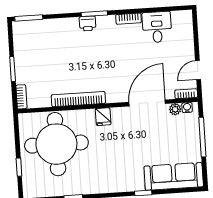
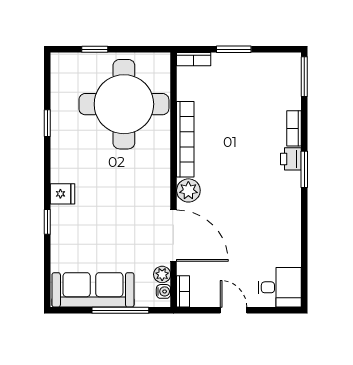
bookcase: (129, 19) -> (294, 128), moved
desk: (157, 27) -> (280, 287), moved
door: (198, 70) -> (234, 310), moved
plant: (115, 95) -> (188, 190), added
fridge: (103, 117) -> (62, 194), moved, turned 180
sofa: (174, 176) -> (93, 290), moved, turned -90

